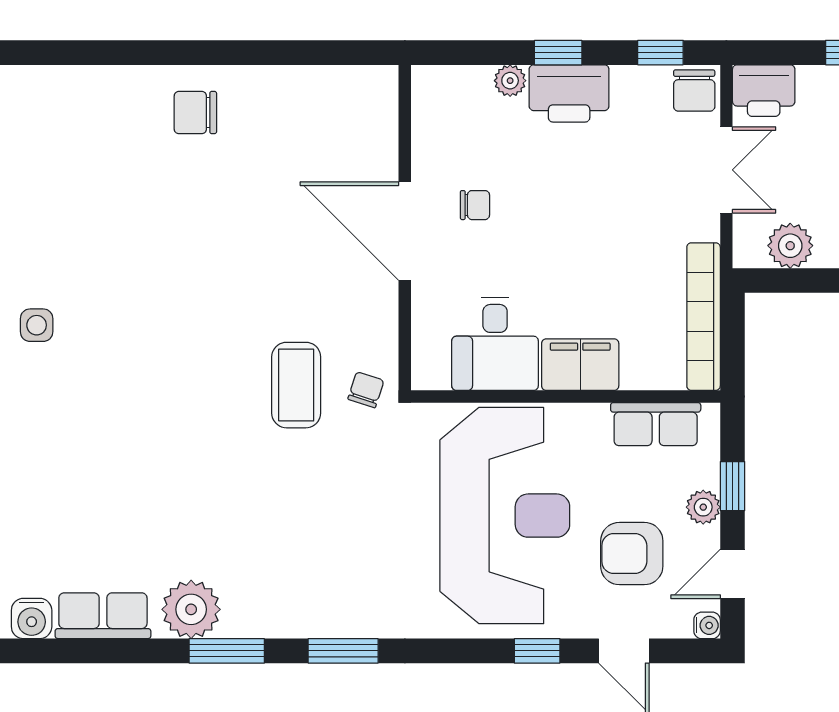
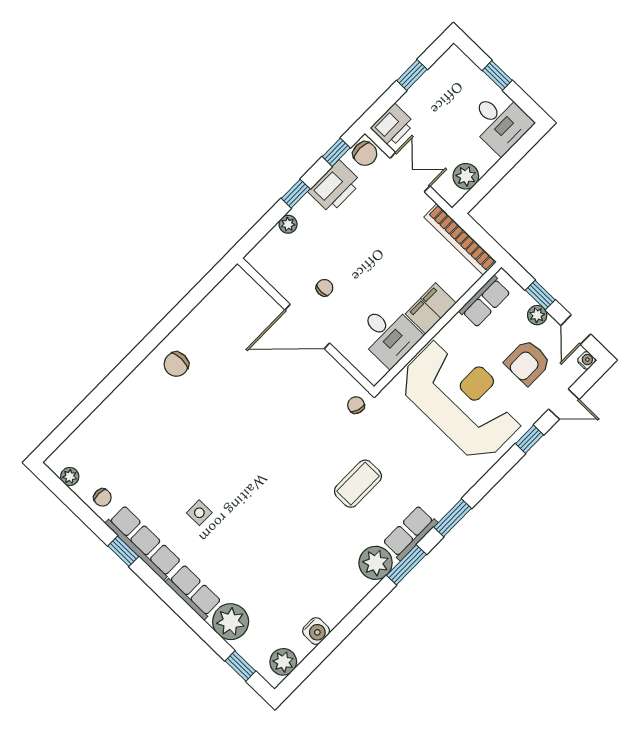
printer: (569, 93) -> (335, 187), moved
coffee table: (296, 385) -> (358, 484), moved, turned 90
row of seats: (103, 616) -> (410, 533), moved

